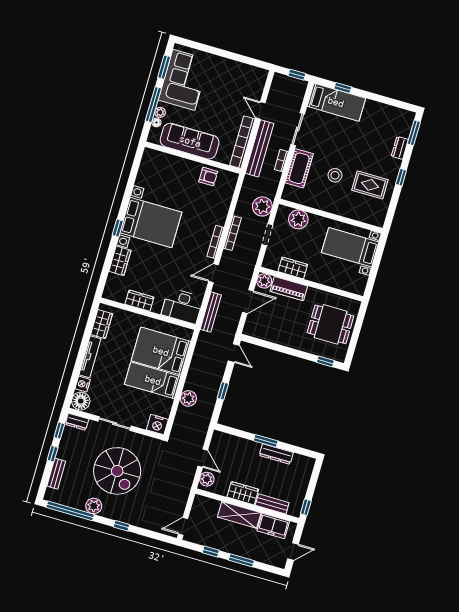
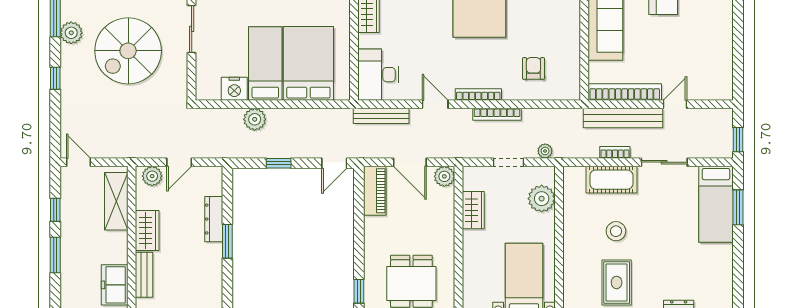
window: (343, 88) -> (738, 207), width x1.50
armchair: (208, 177) -> (533, 68), moved, turned 180
plant: (262, 206) -> (545, 151), width x0.53, depth x0.53
piano: (289, 289) -> (375, 191), moved, turned 180
nightstand: (157, 425) -> (234, 89), moved, turned -90
dresser: (276, 454) -> (214, 219), moved
shelving: (239, 515) -> (116, 201), moved

